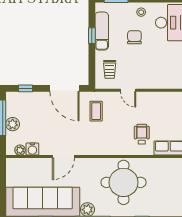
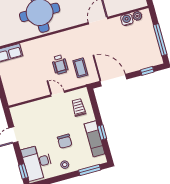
plant: (13, 124) -> (150, 37), removed
wheelchair: (142, 134) -> (60, 65), moved

